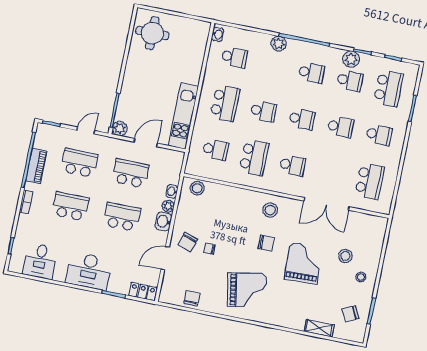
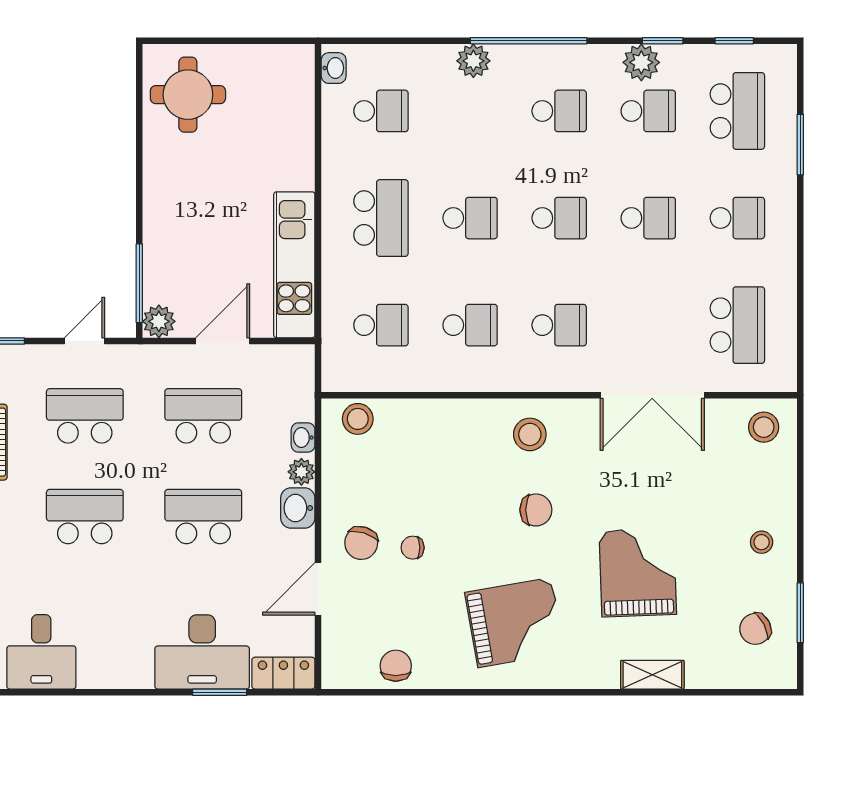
school desk: (254, 158) -> (470, 325), width x0.54
stool: (345, 256) -> (764, 427), moved
grand piano: (303, 263) -> (638, 573), moved
desk: (89, 271) -> (202, 652), moved
shelving: (319, 328) -> (652, 675), moved

